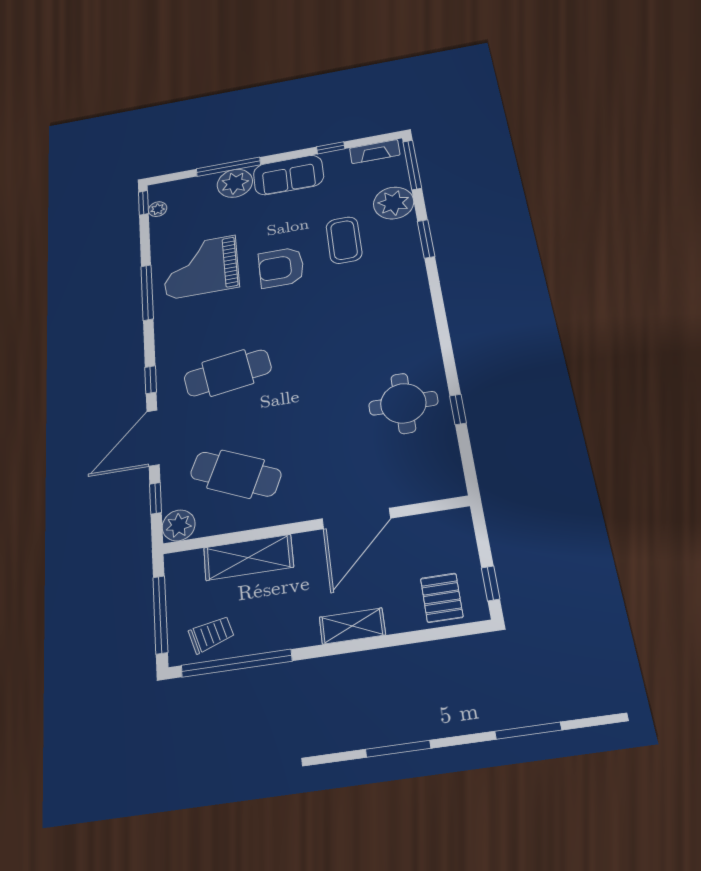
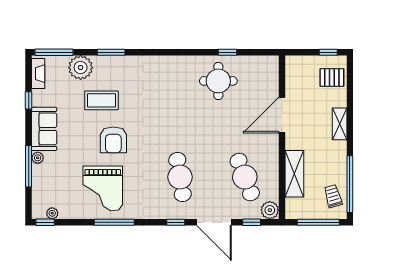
plant: (235, 183) -> (38, 158), width x0.53, depth x0.53
cafe table: (236, 474) -> (245, 177), turned -45
door: (356, 518) -> (282, 115), swing flipped

